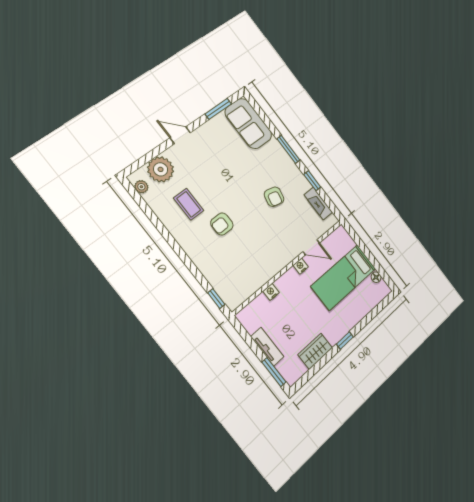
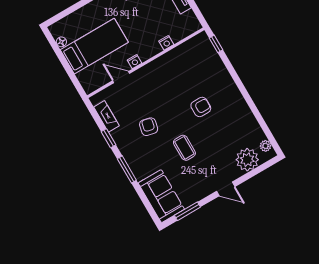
coffee table: (189, 204) -> (184, 148), moved

